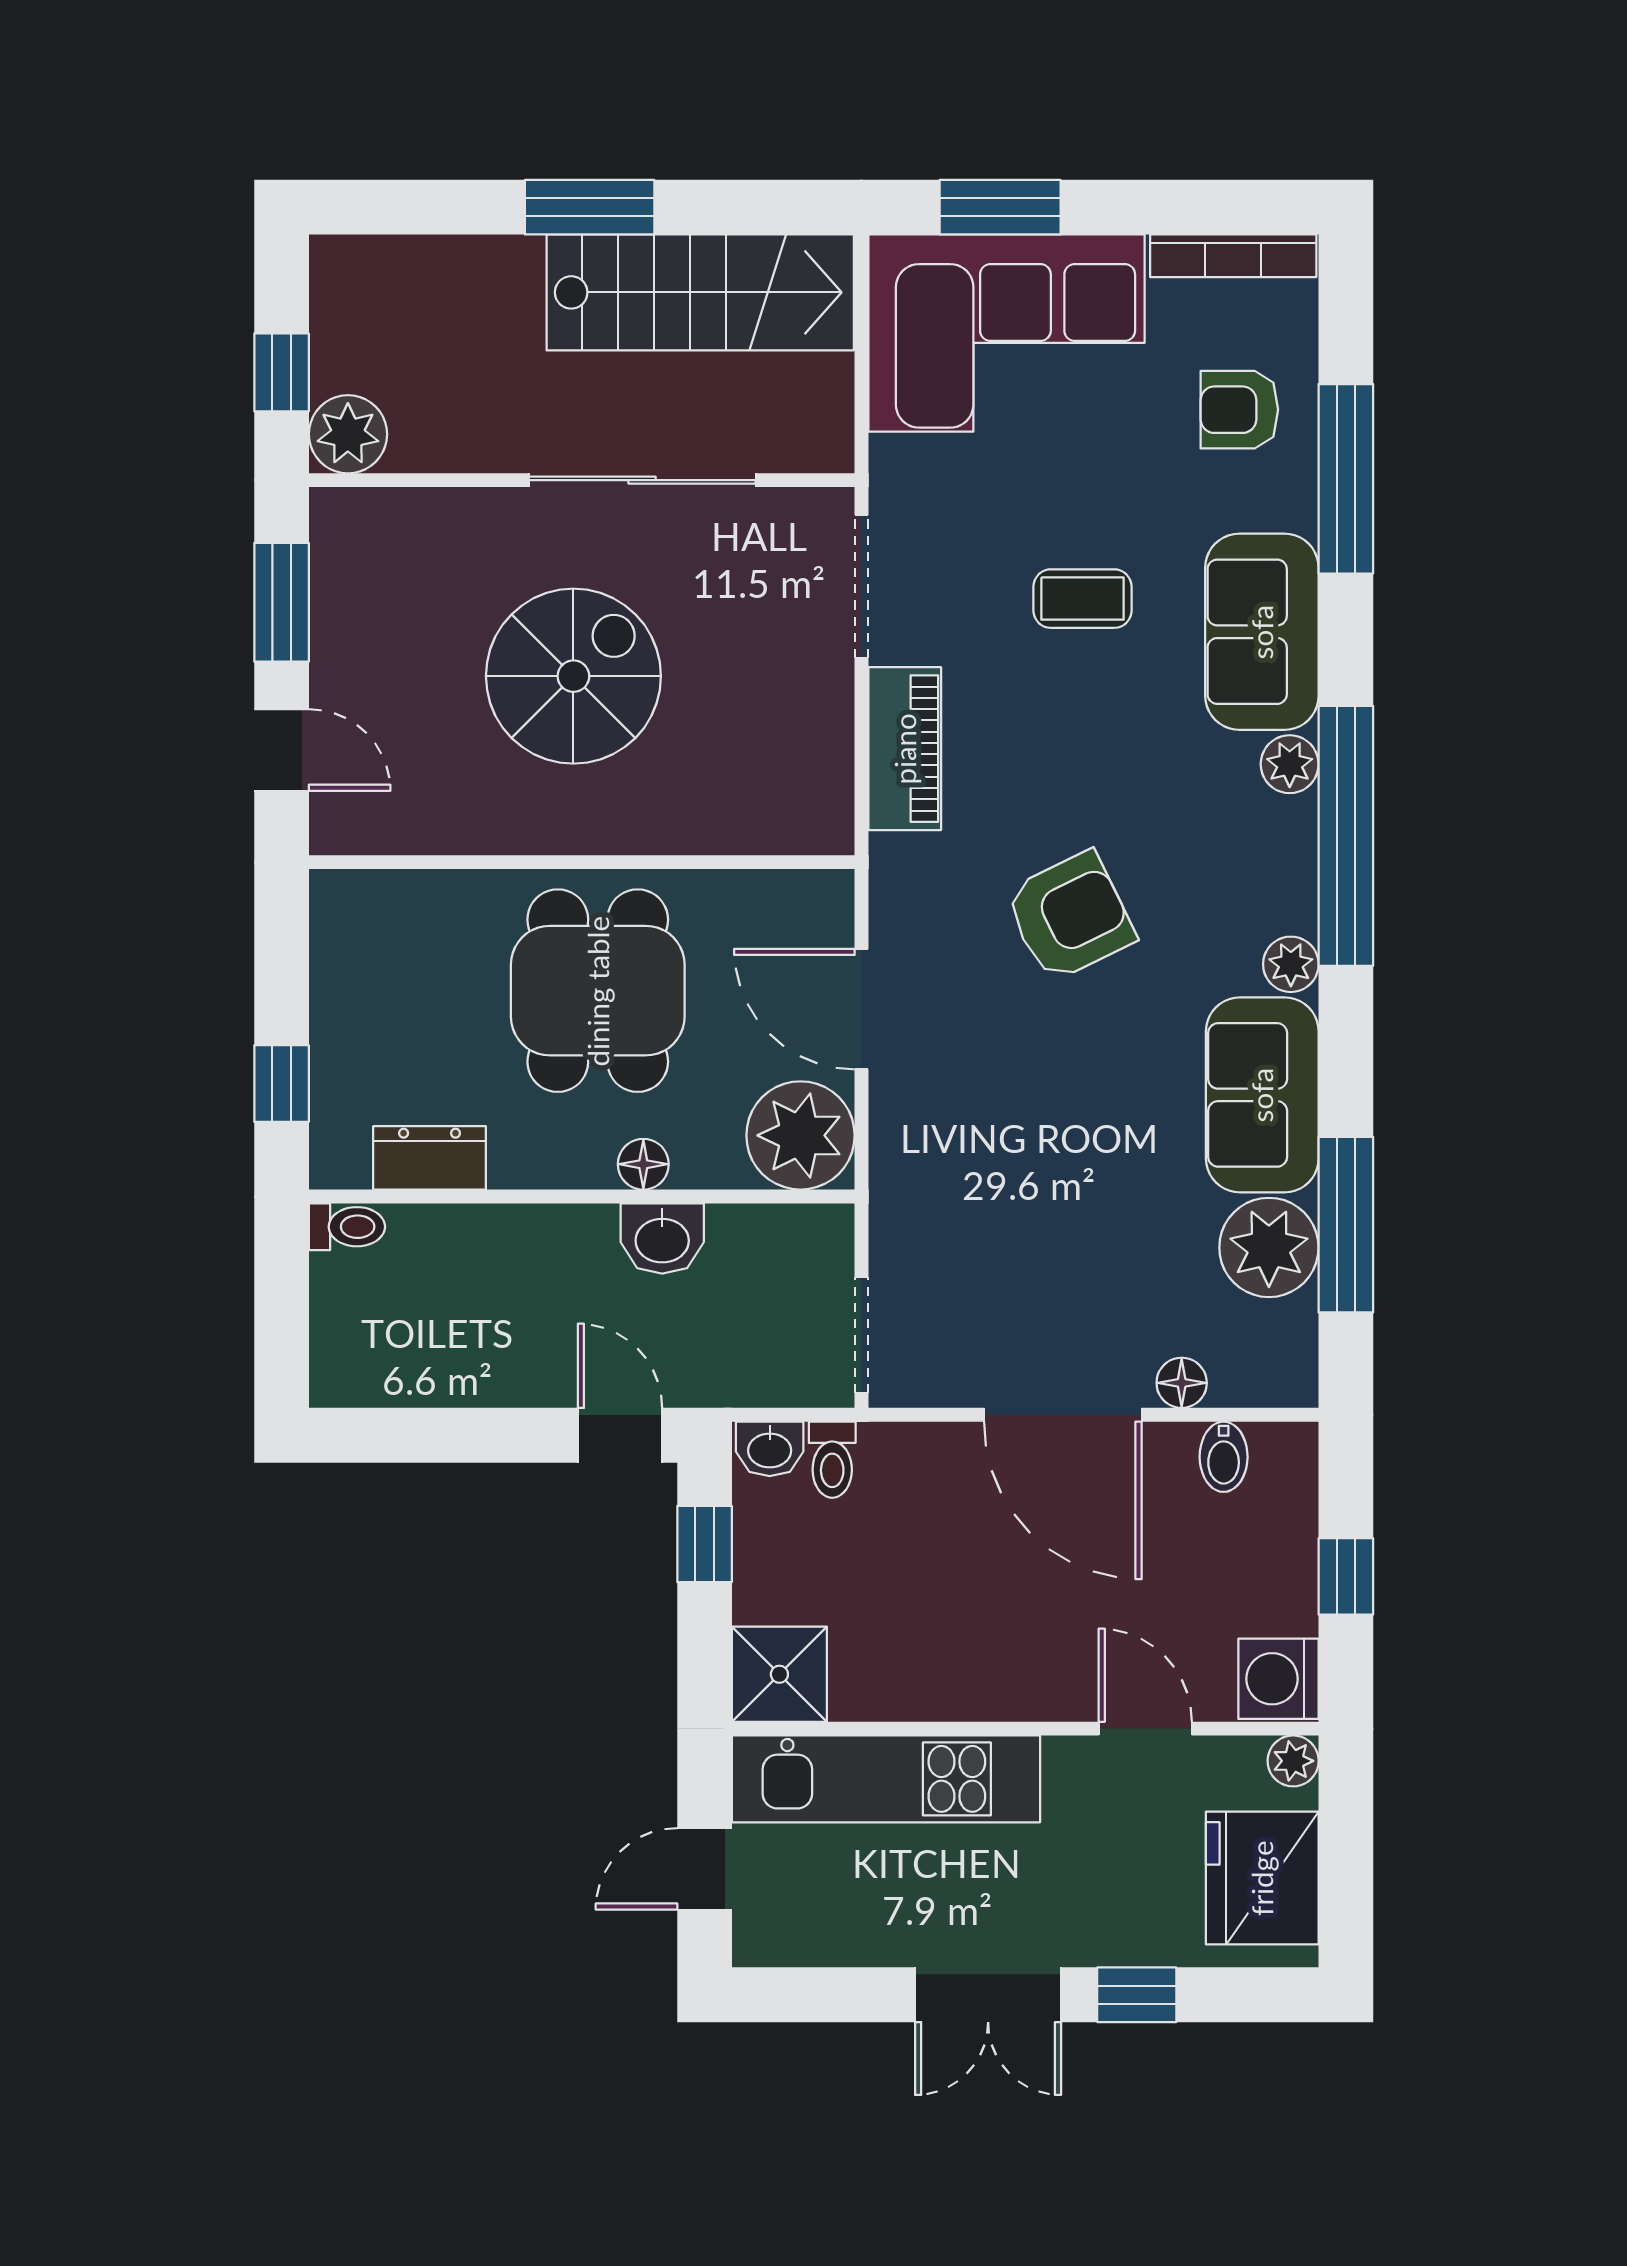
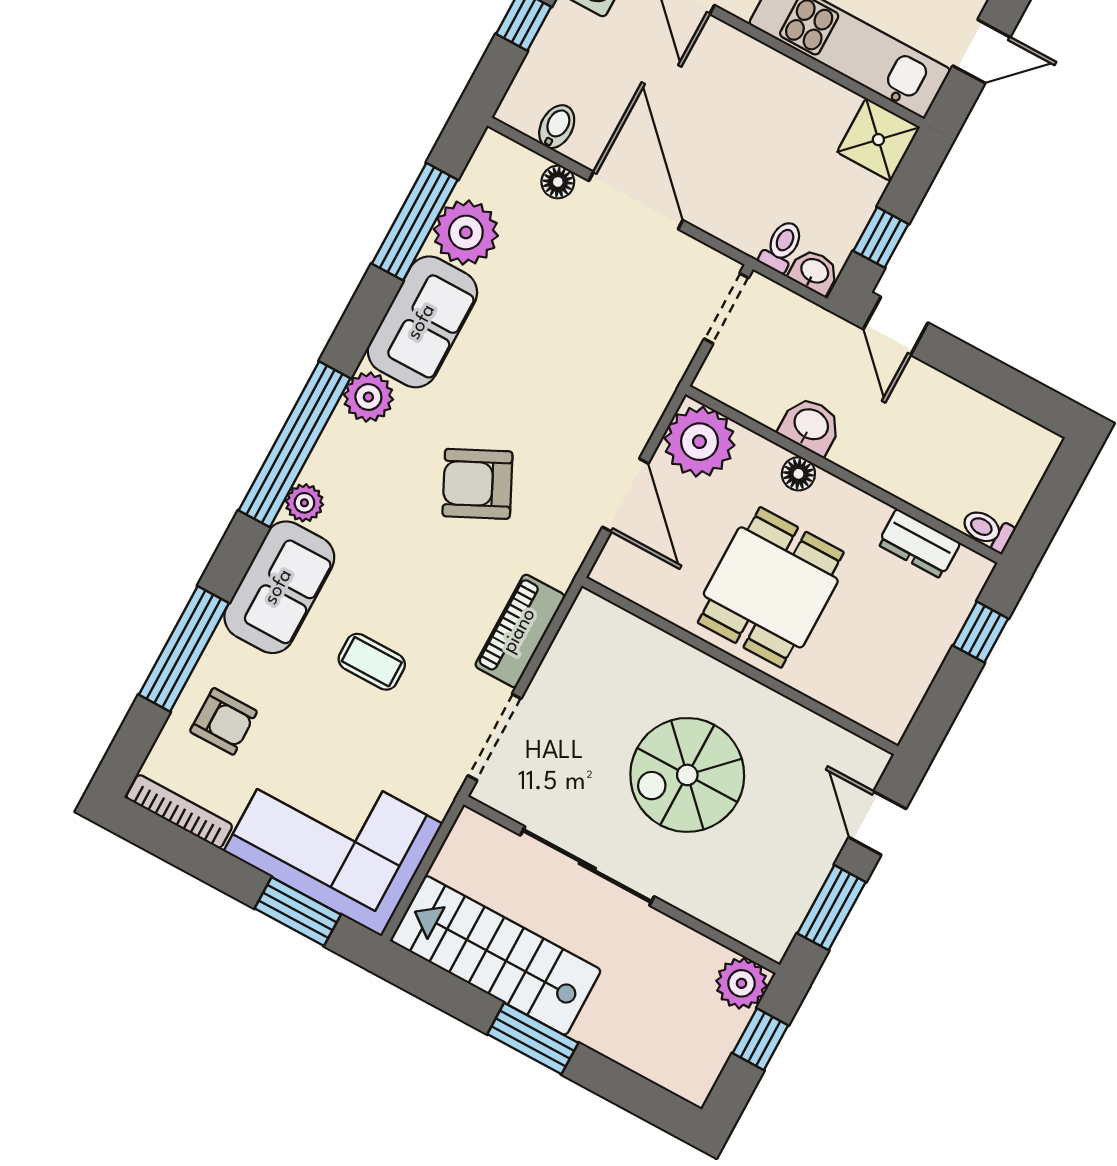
plant: (1291, 964) -> (368, 397), width x1.38, depth x1.38

